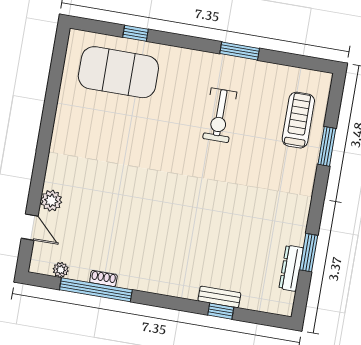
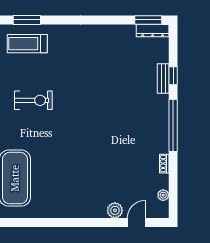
window: (327, 146) -> (27, 20), moved
window: (309, 253) -> (148, 20), moved
dresser: (291, 268) -> (153, 31), moved
window: (96, 290) -> (173, 125), moved

